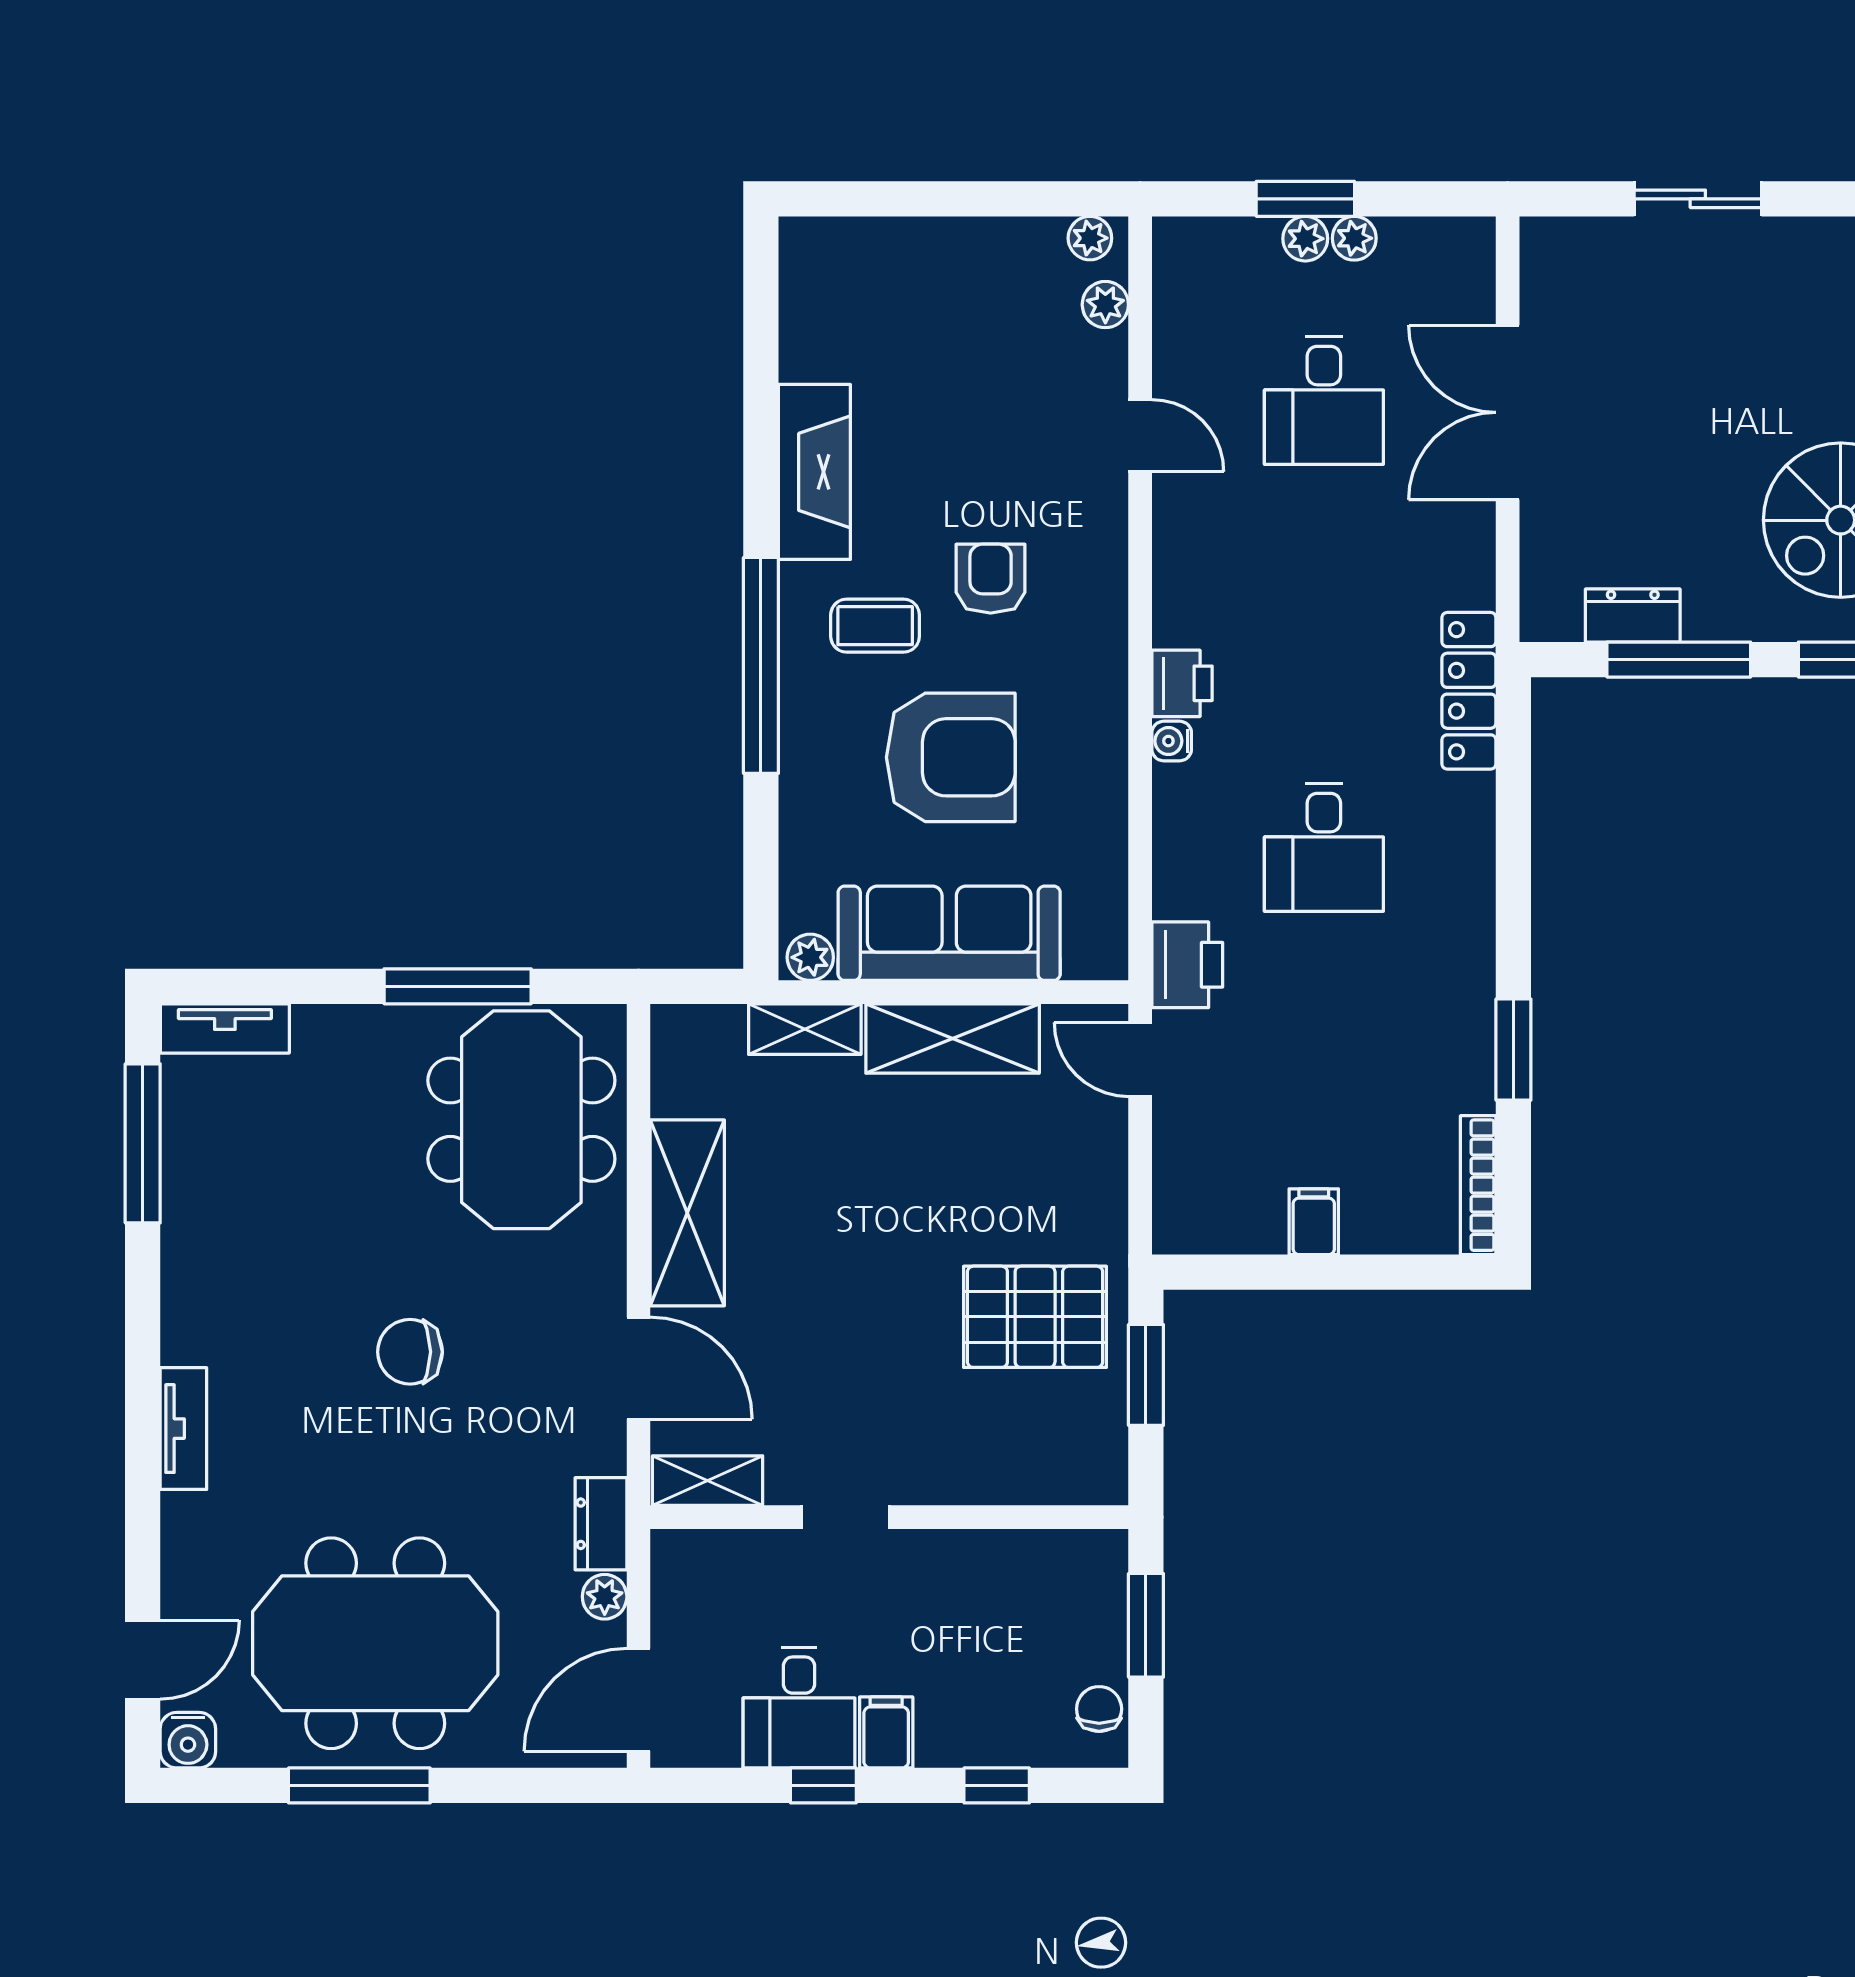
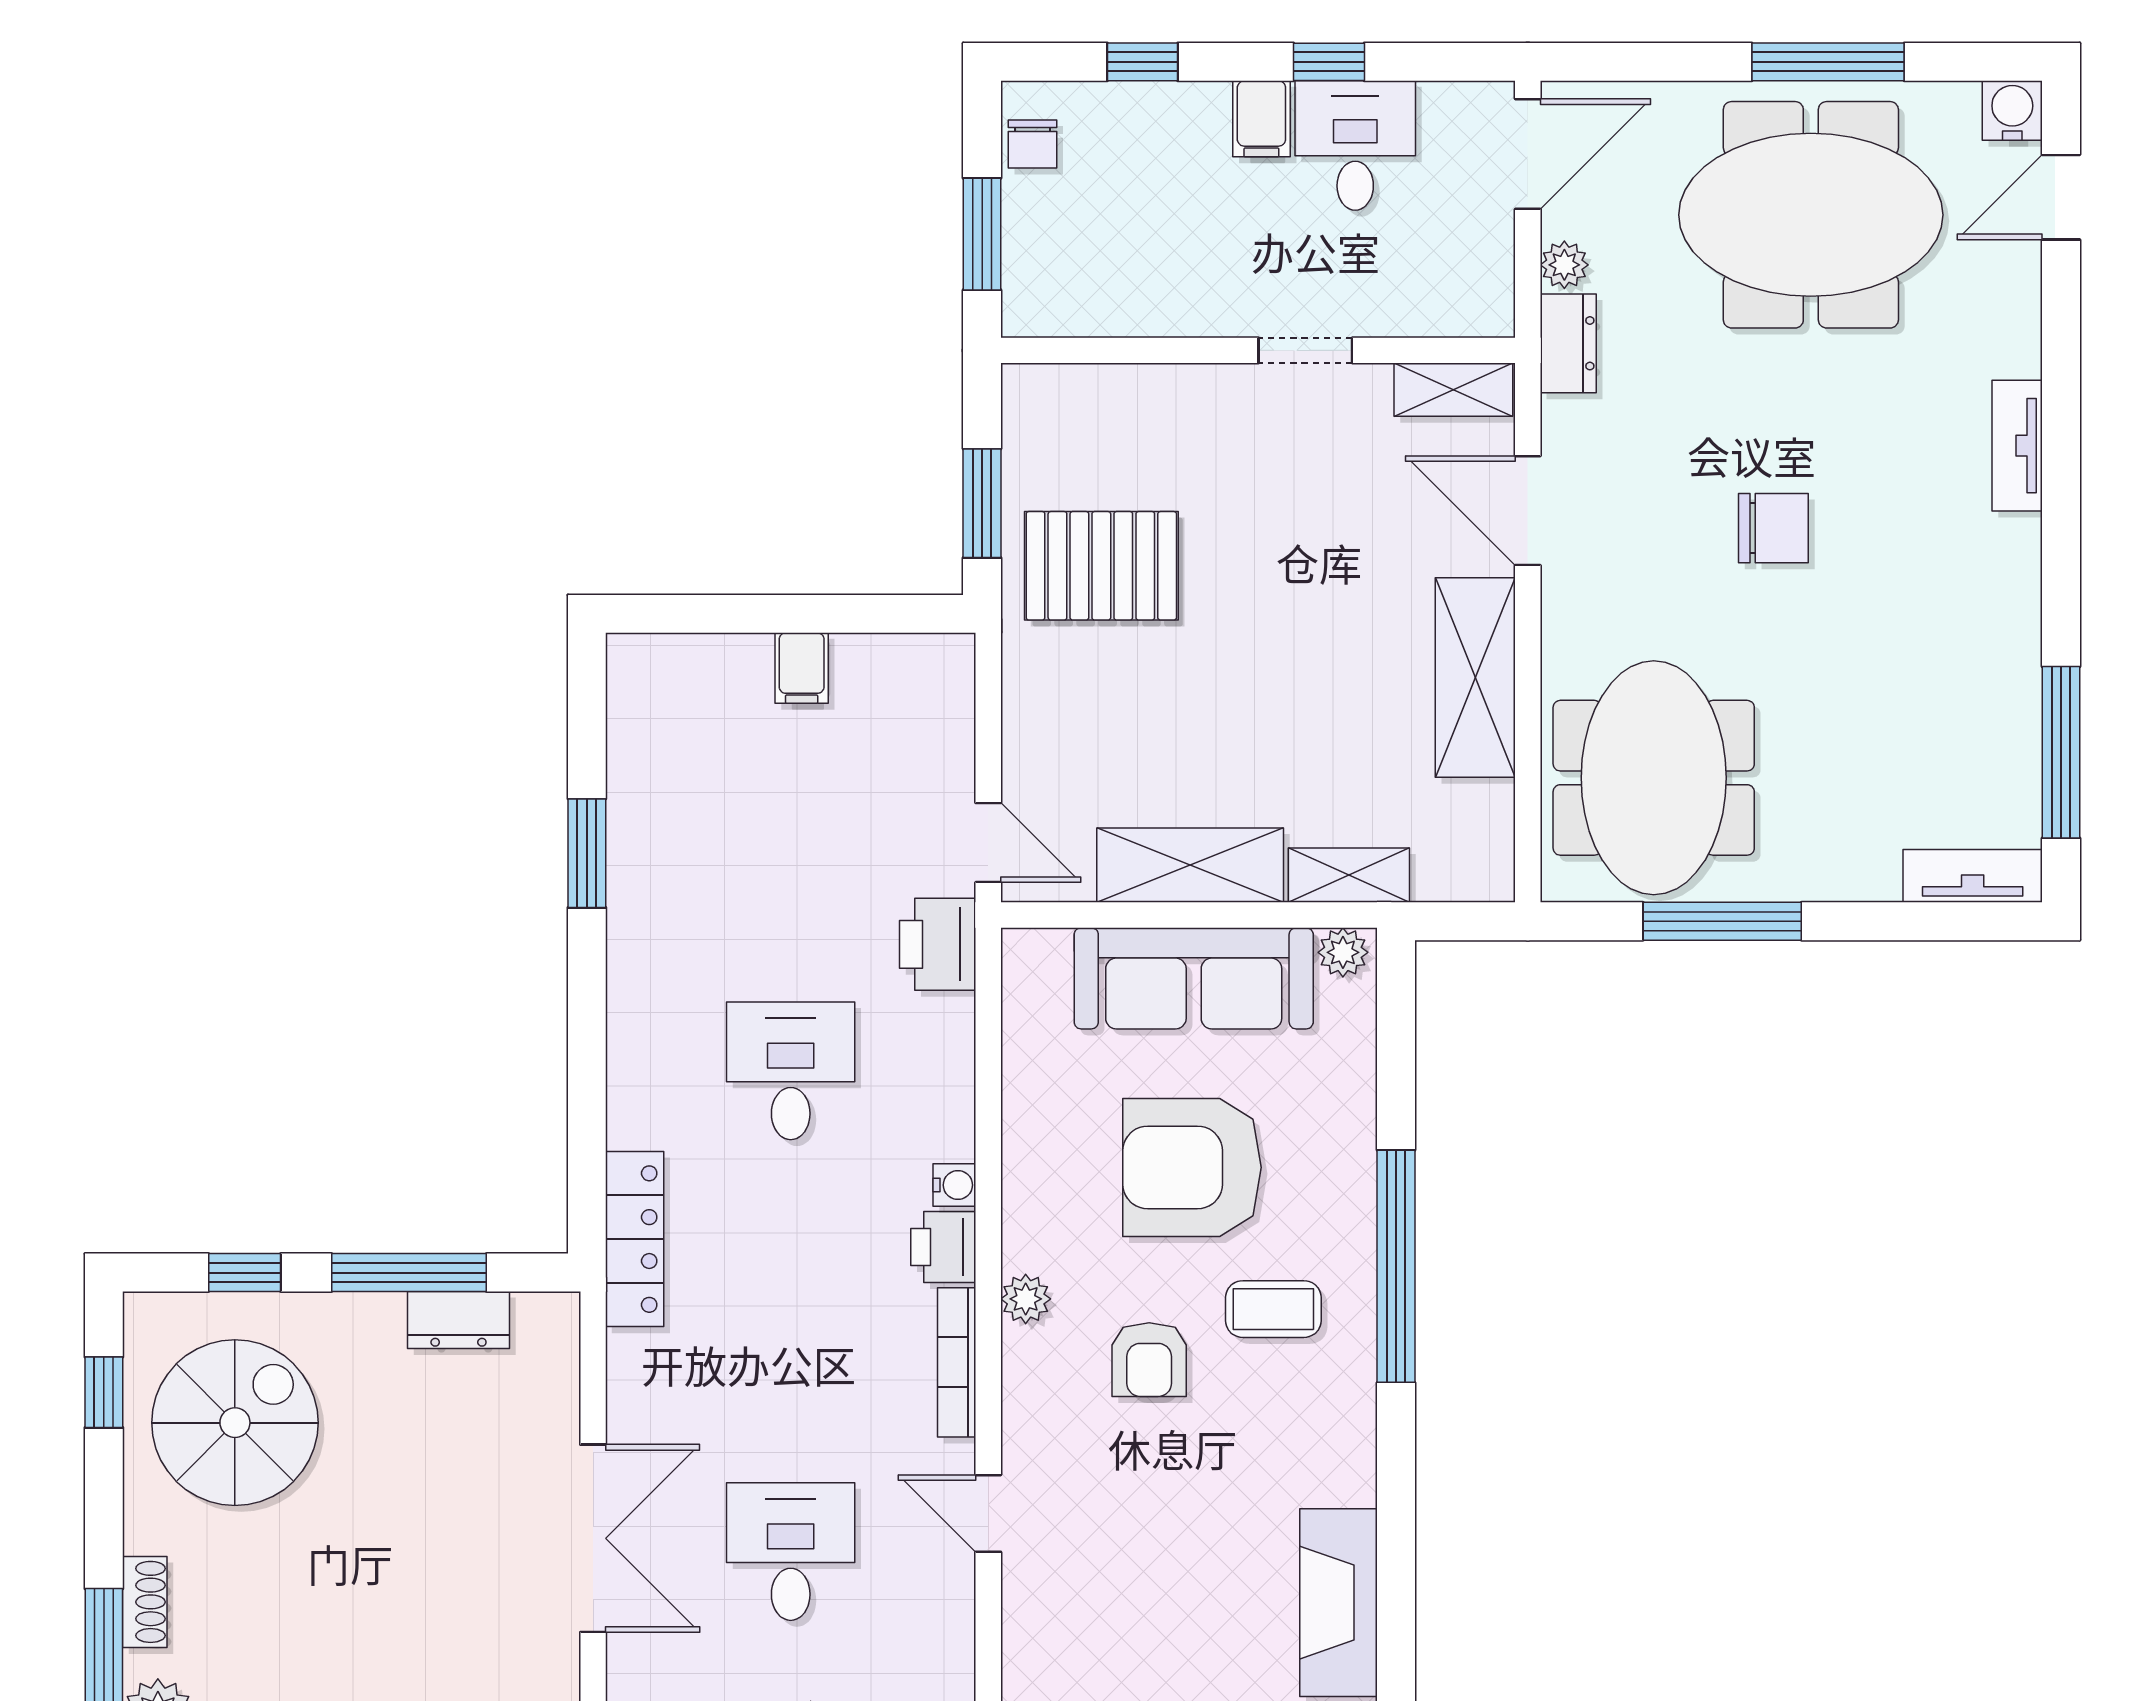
plant: (1105, 305) -> (1026, 1299), moved
fireplace: (814, 472) -> (1339, 1603), moved
bookcase: (1478, 1185) -> (957, 1362), moved, turned 180

